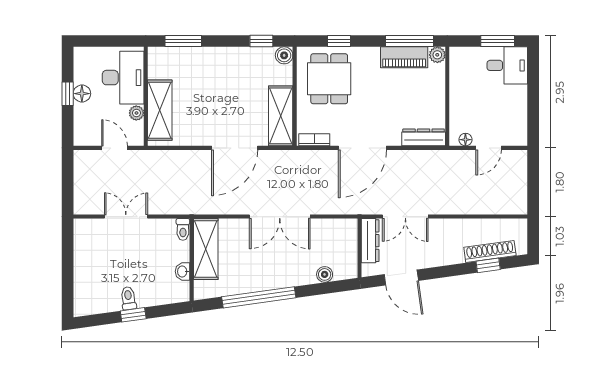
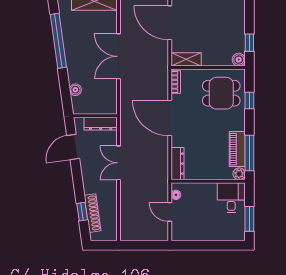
desk: (507, 65) -> (231, 198), moved, turned 180
shelving: (281, 116) -> (186, 59), width x0.67, depth x0.75
double door: (405, 217) -> (119, 163), moved

